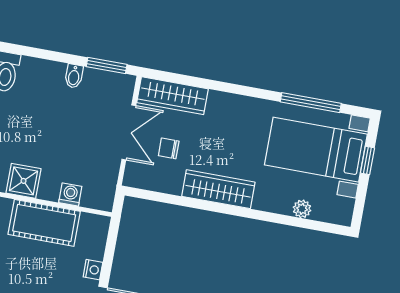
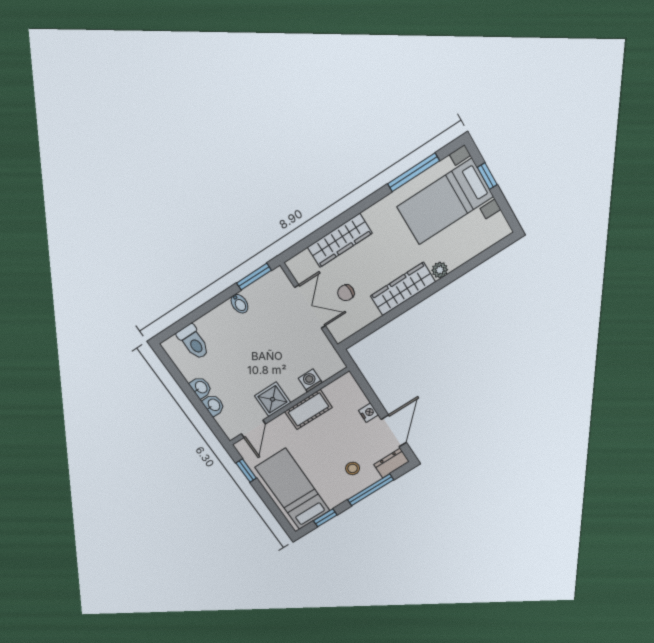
wardrobe: (172, 96) -> (340, 240), moved
plant: (302, 209) -> (440, 270), moved
cot: (44, 223) -> (309, 409), width x0.73, depth x0.75

